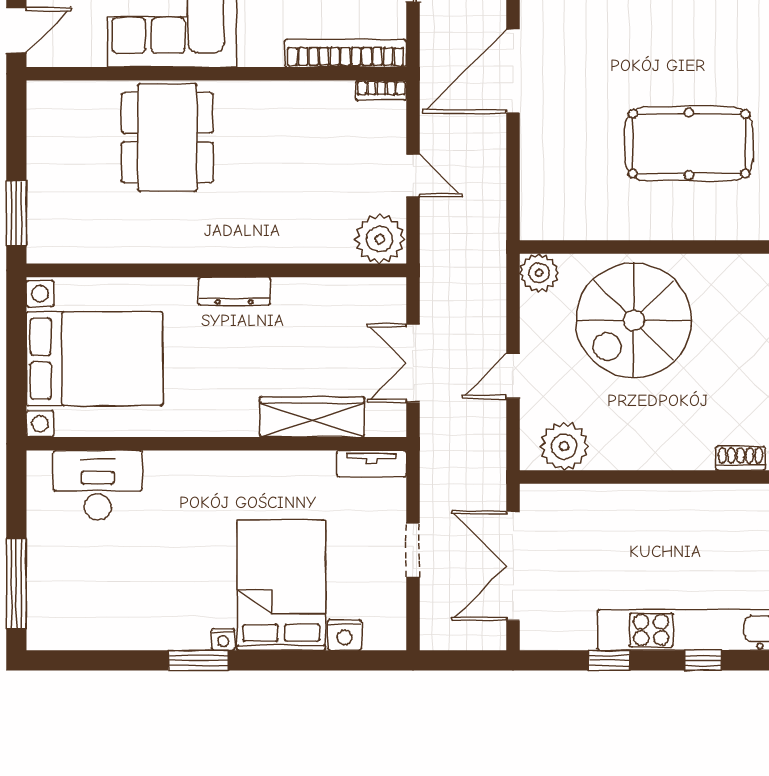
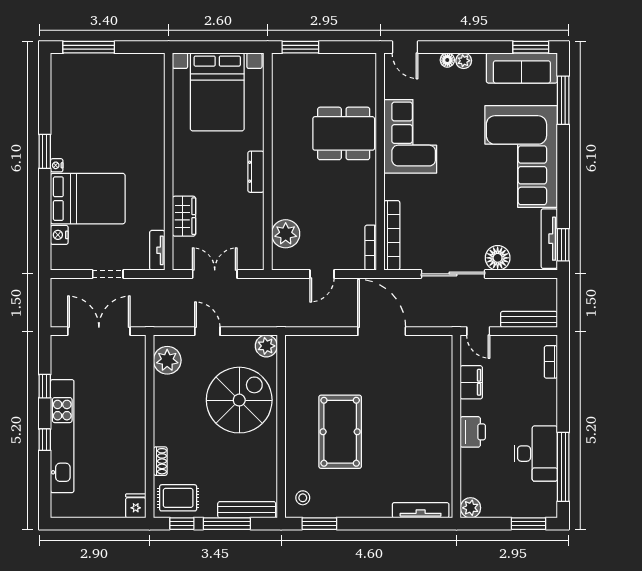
bookcase: (381, 90) -> (371, 248), width x1.56
plant: (380, 239) -> (286, 234), moved
spiral stairs: (634, 320) -> (239, 400), turned 90
wardrobe: (312, 417) -> (184, 216), width x0.67
desk: (98, 485) -> (145, 94), removed

